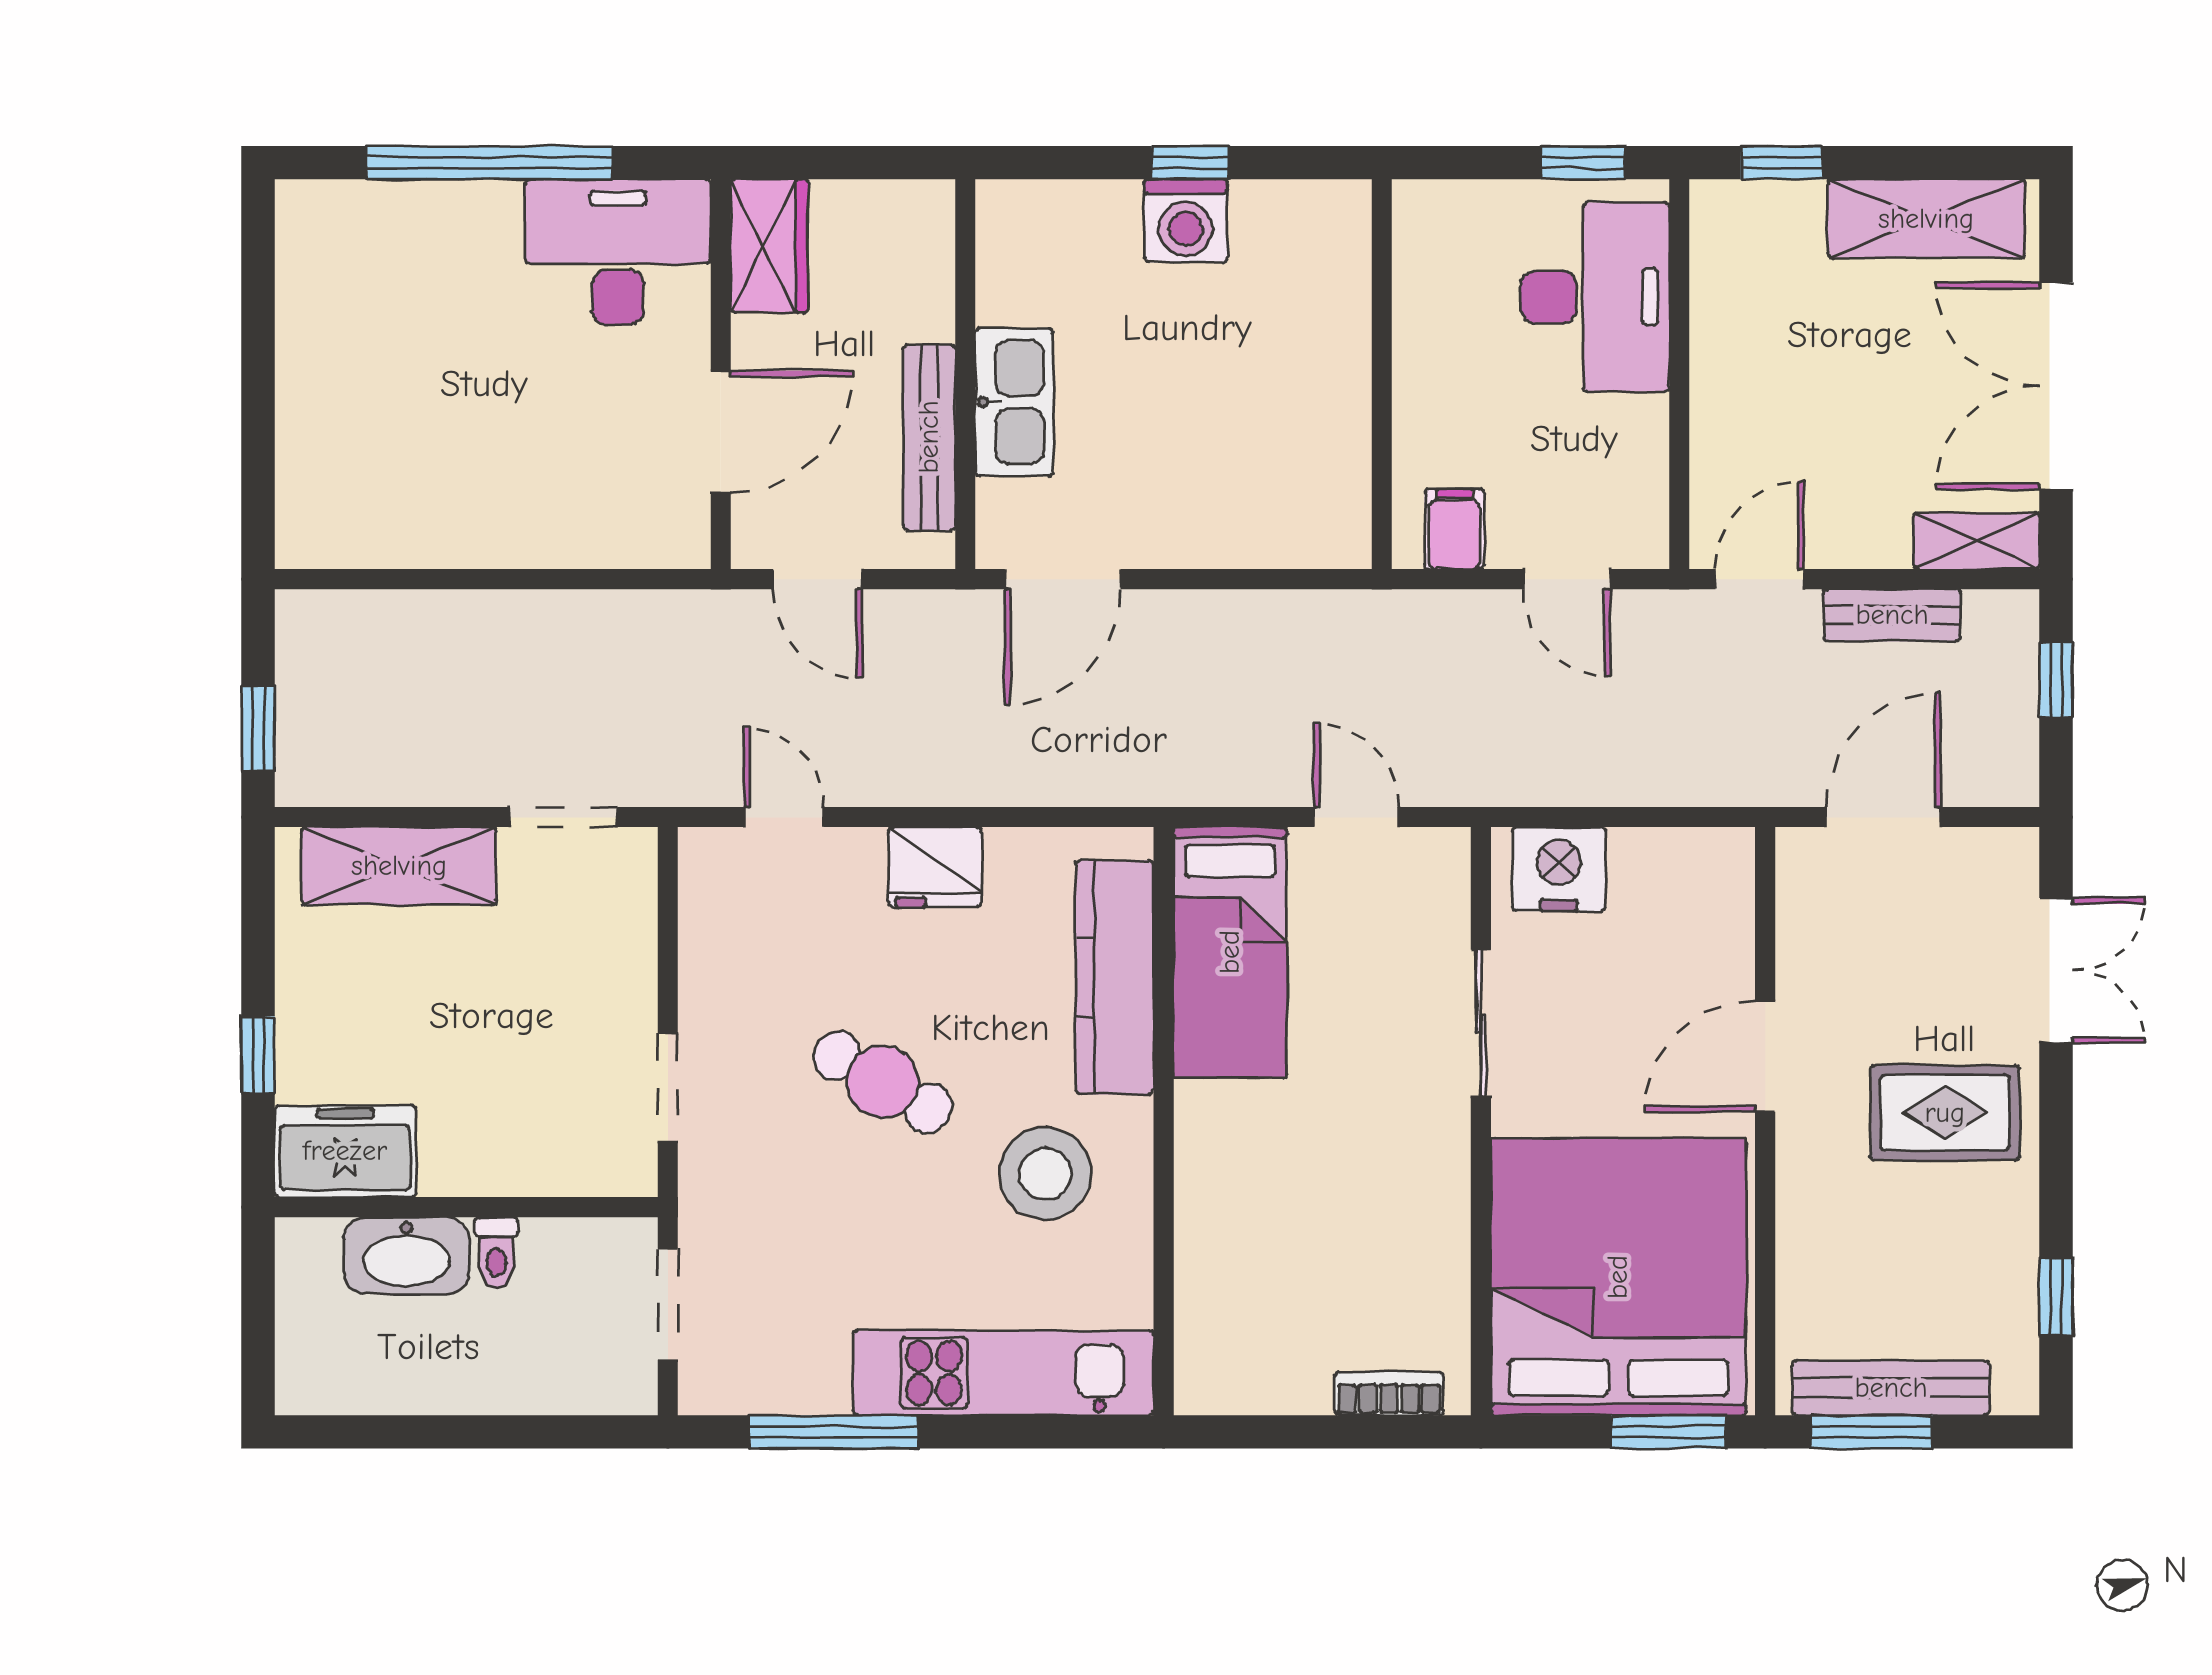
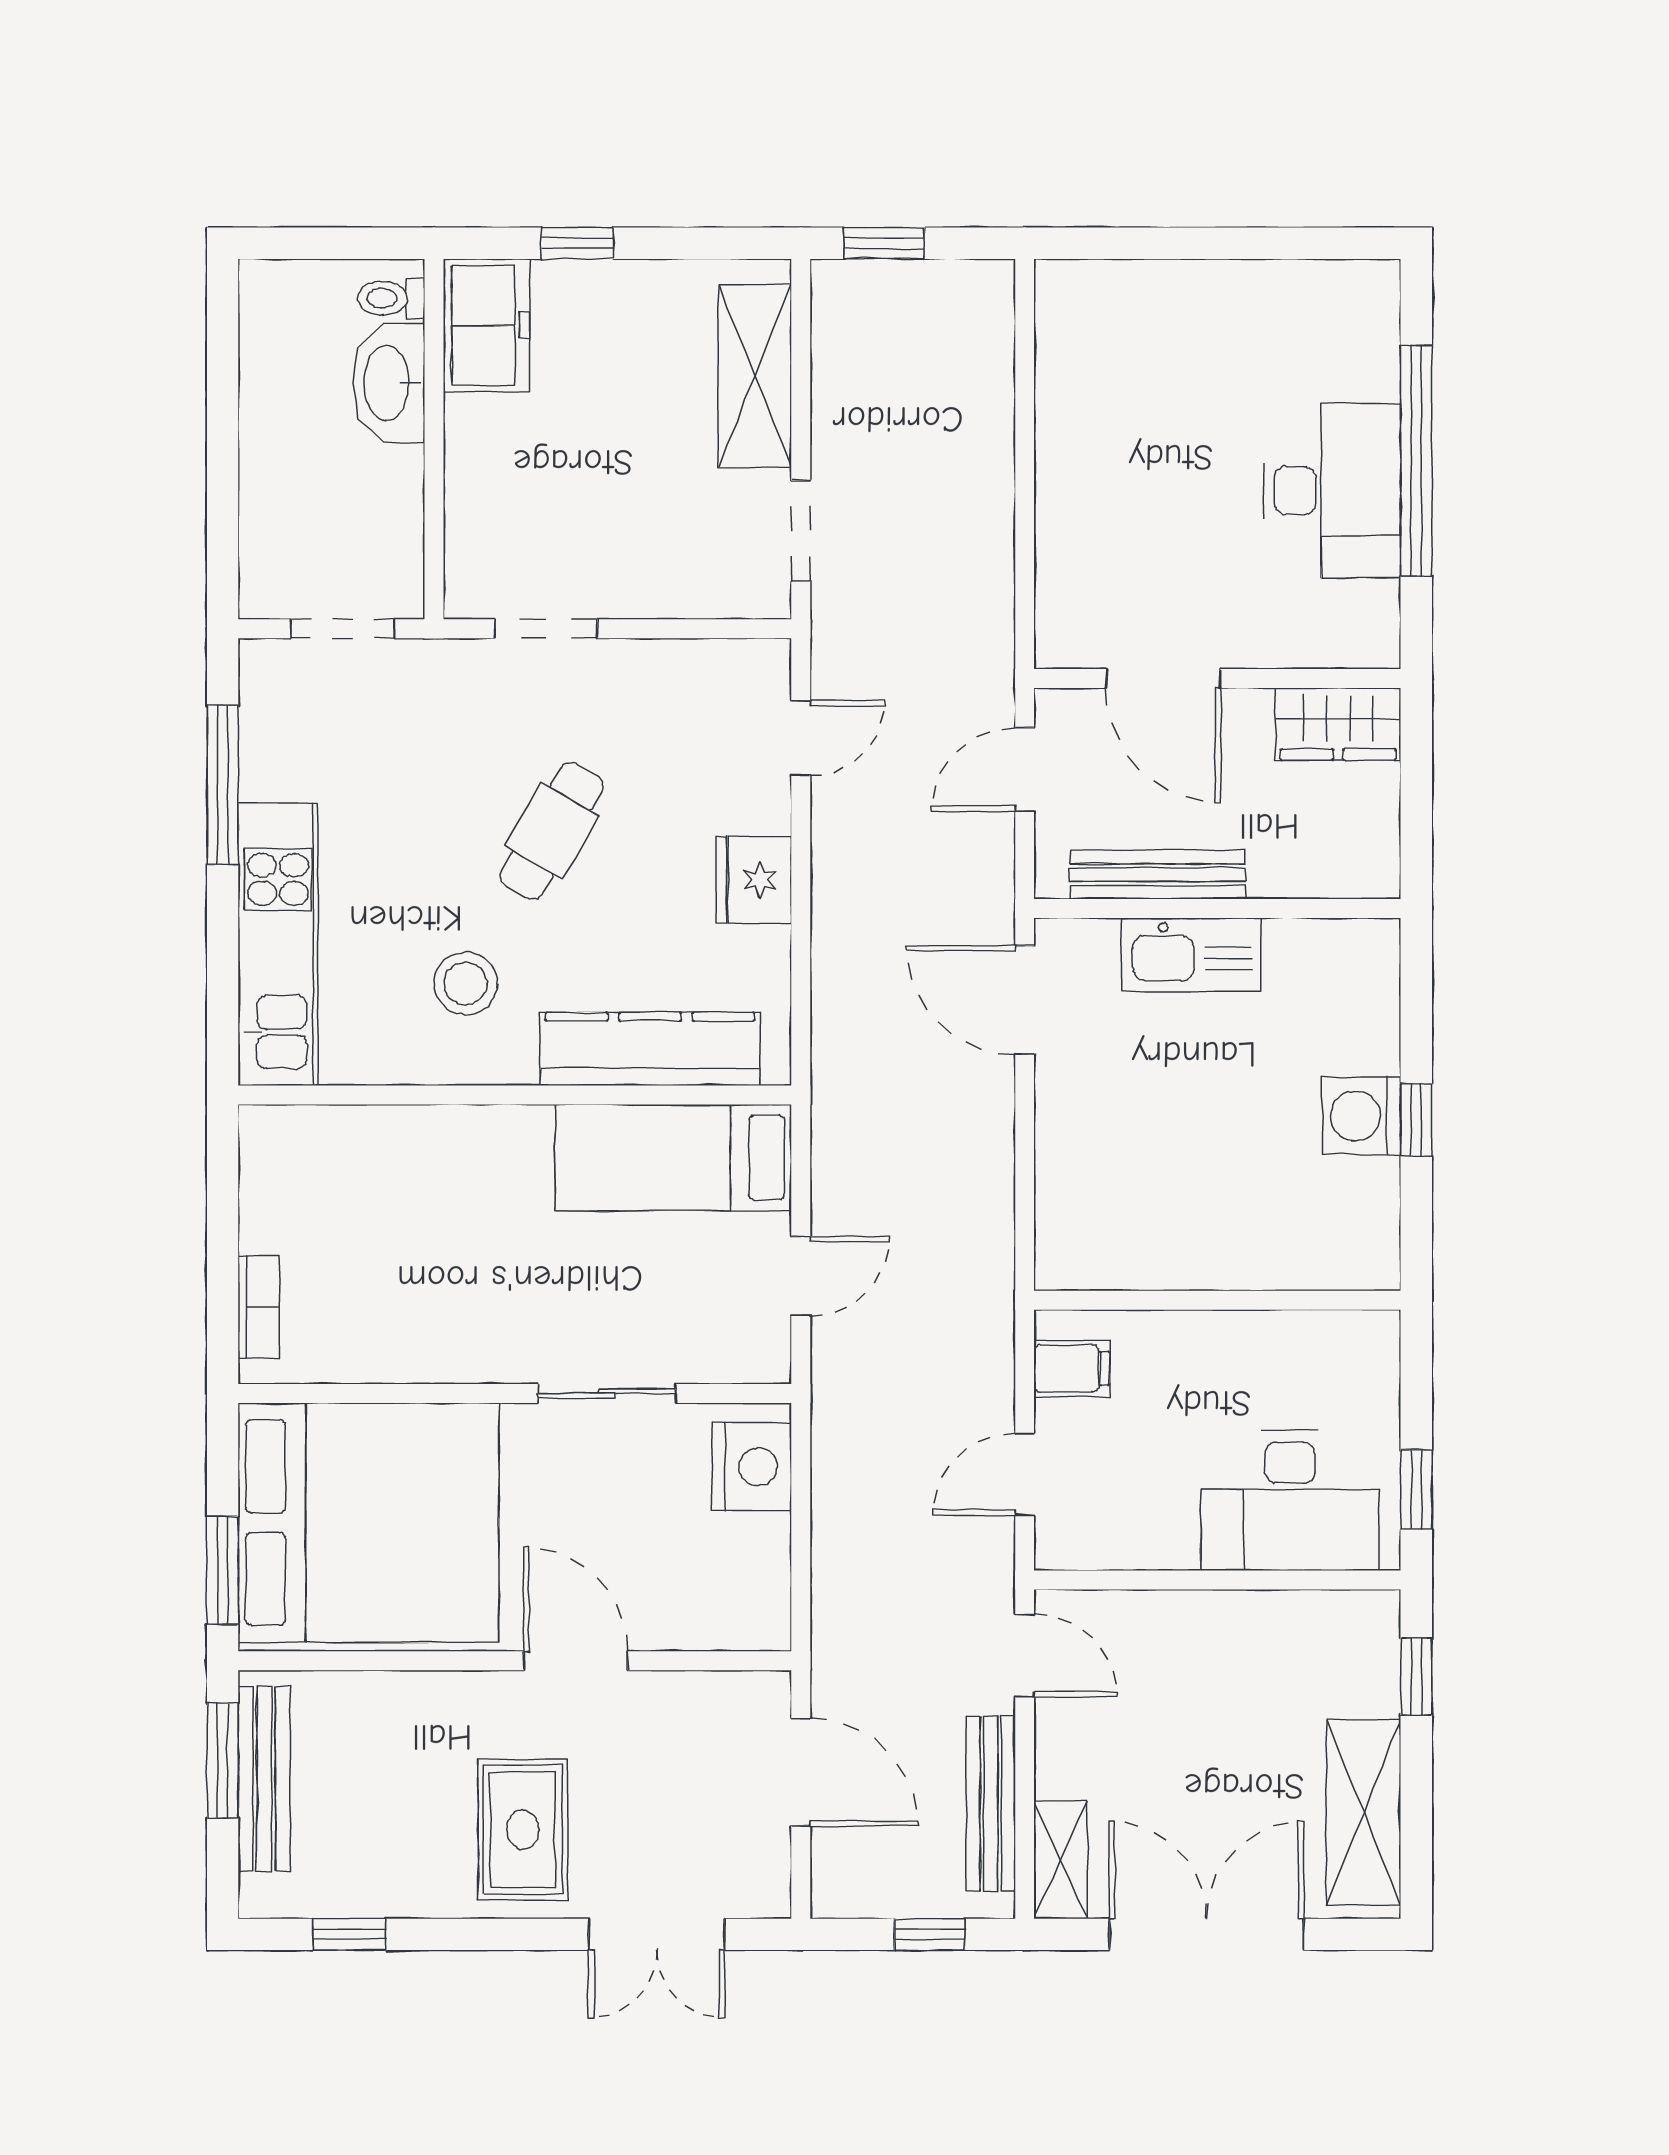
desk: (618, 252) -> (1332, 491), moved
bench: (1892, 615) -> (991, 1804), width x1.36
stool: (1045, 1174) -> (466, 984), width x0.73, depth x0.73
toilet: (496, 1253) -> (391, 298), moved

